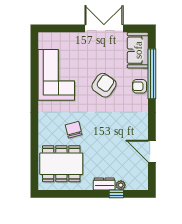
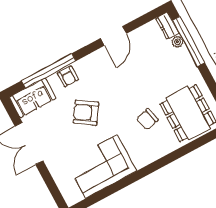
door: (152, 151) -> (113, 36), moved
dresser: (104, 184) -> (167, 26), moved
window: (116, 194) -> (189, 42), width x3.17

